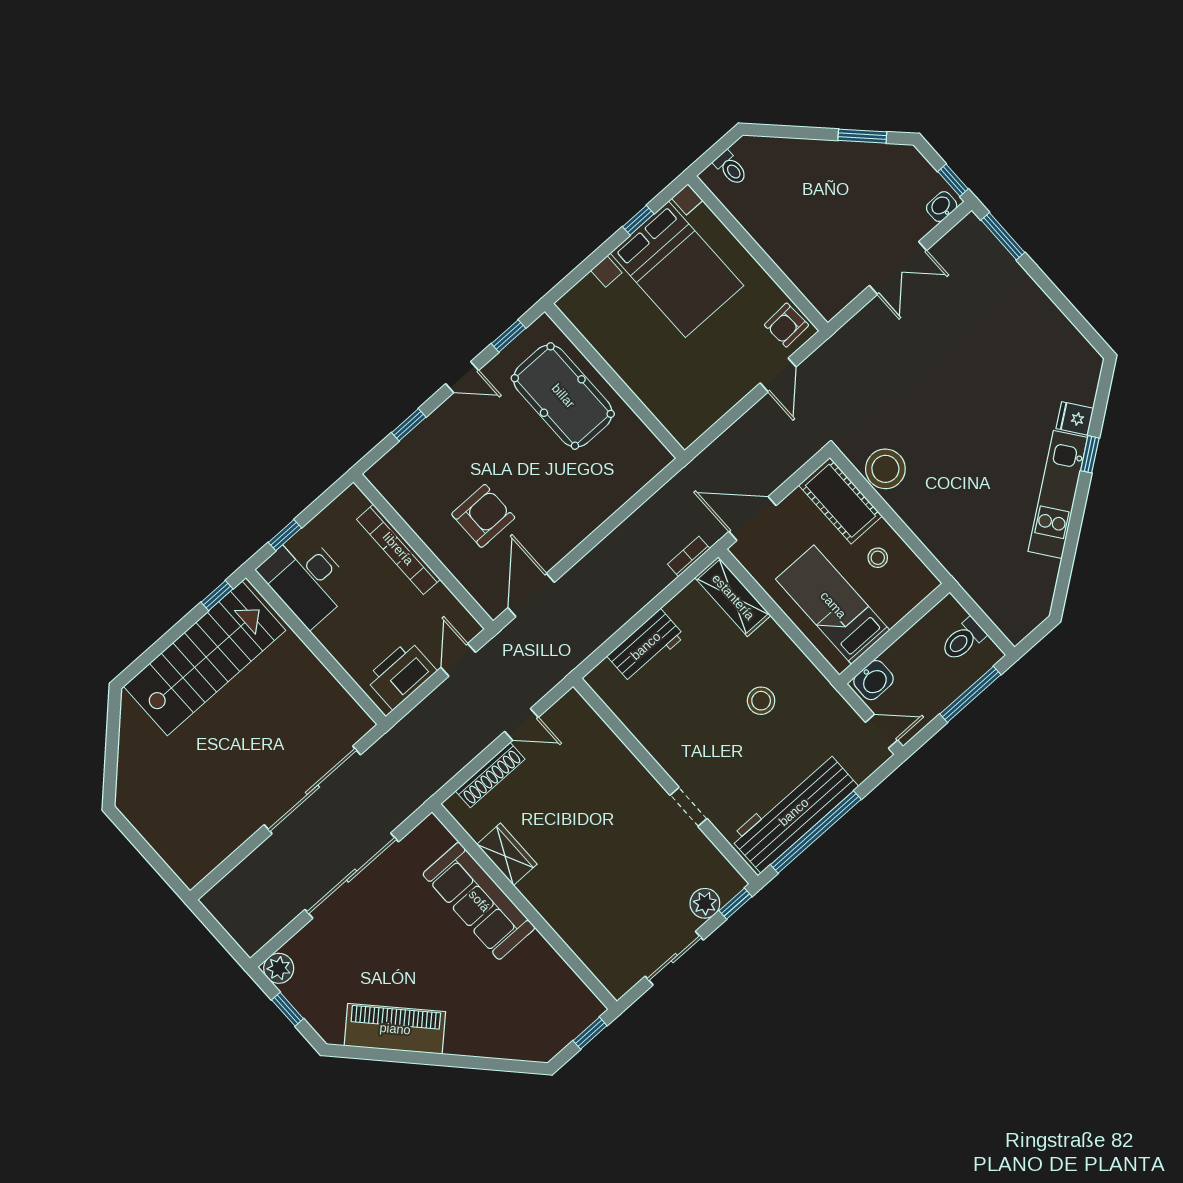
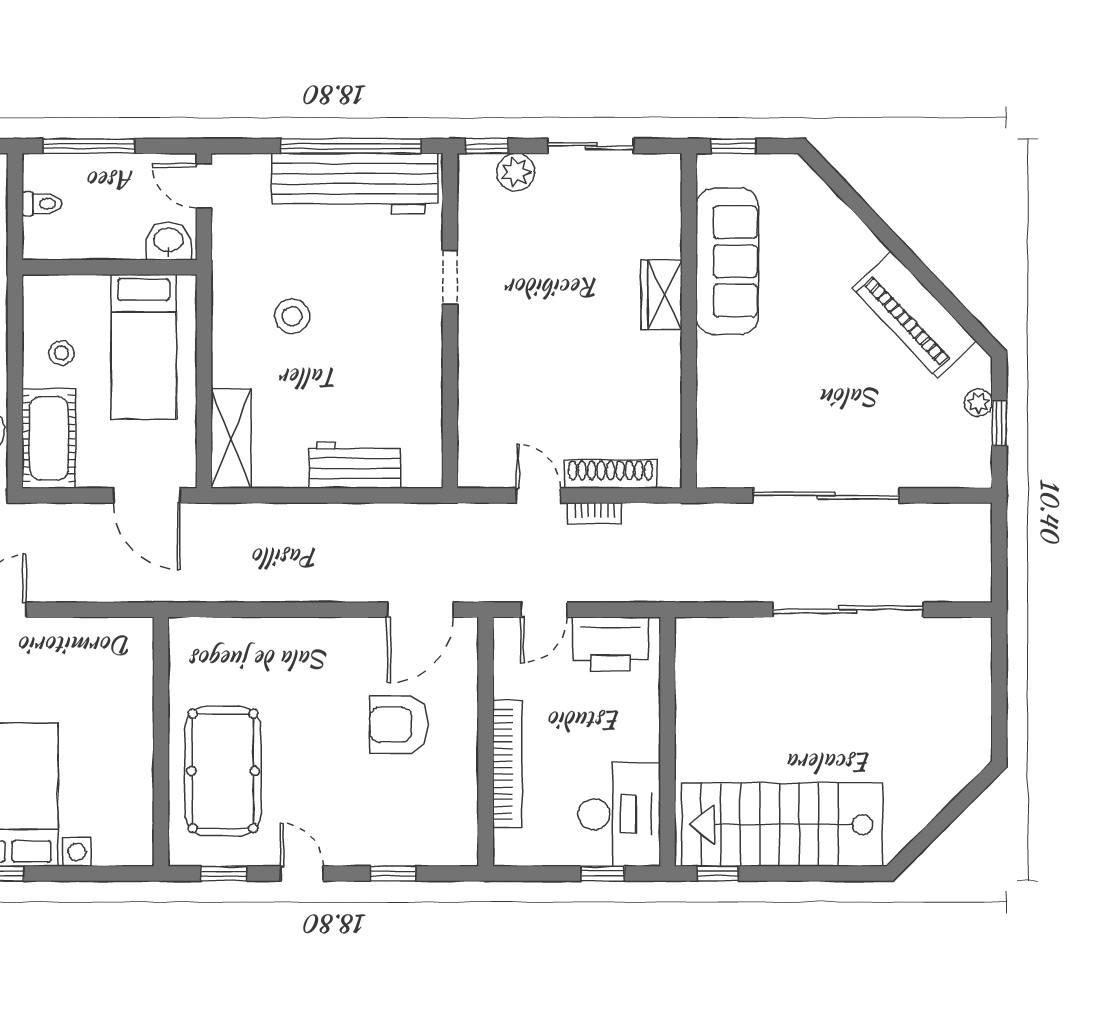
bookcase: (689, 556) -> (595, 513), moved
toilet: (963, 640) -> (42, 204), width x0.73, depth x0.72
sliding door: (312, 790) -> (848, 610), moved
wardrobe: (507, 854) -> (661, 295), moved
sofa: (479, 901) -> (727, 261), moved
plant: (279, 968) -> (978, 403), moved, width x0.73, depth x0.73

